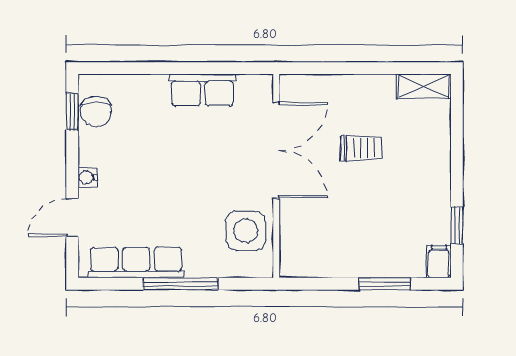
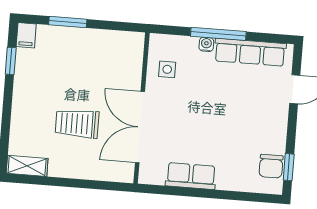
chair: (96, 112) -> (271, 166), turned 180
trolley: (361, 148) -> (77, 124), width x1.36, depth x1.39
water cooler: (88, 177) -> (206, 44), moved, turned -90
side table: (246, 231) -> (167, 69), width x0.54, depth x0.54

